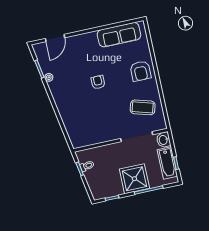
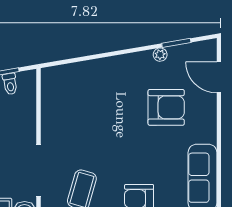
armchair: (98, 82) -> (166, 107), moved, width x1.88, depth x1.88

